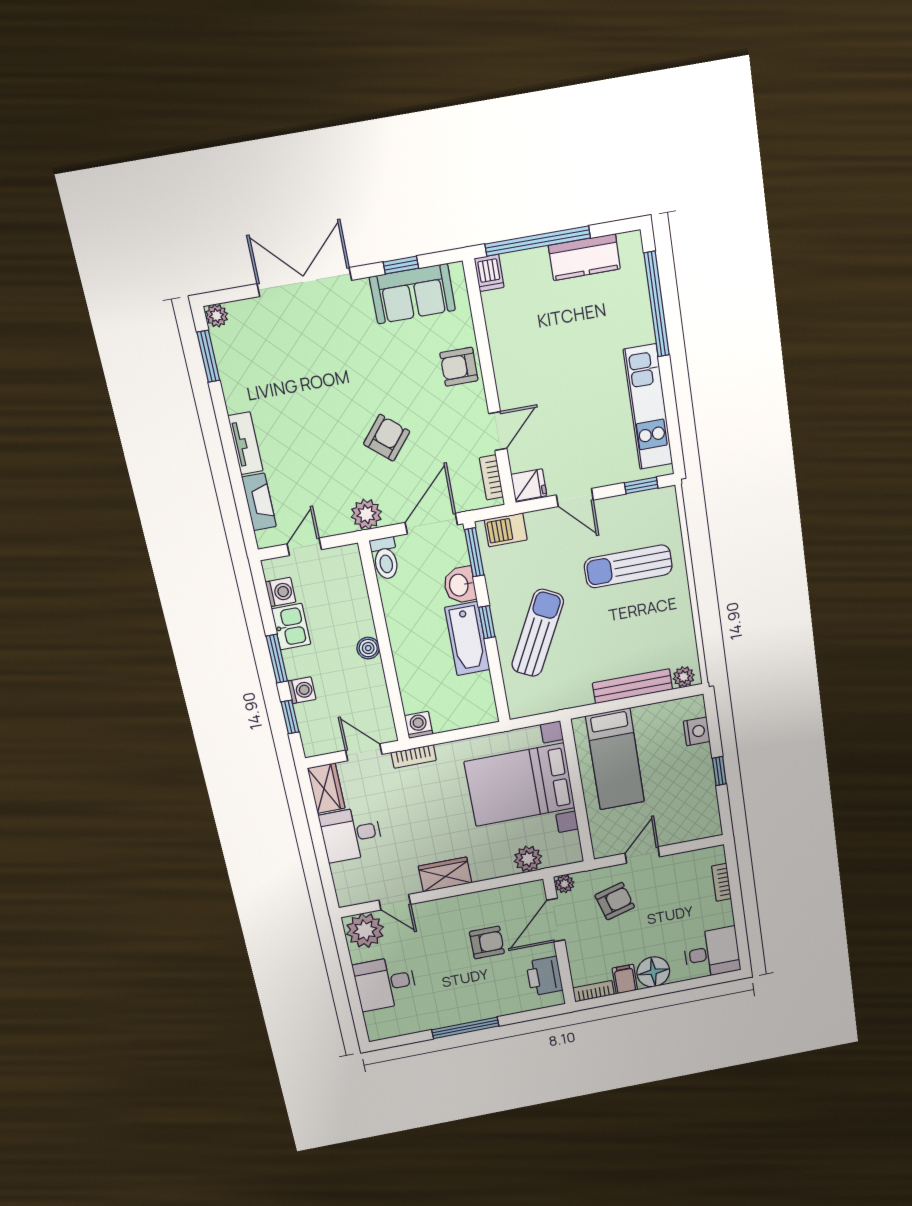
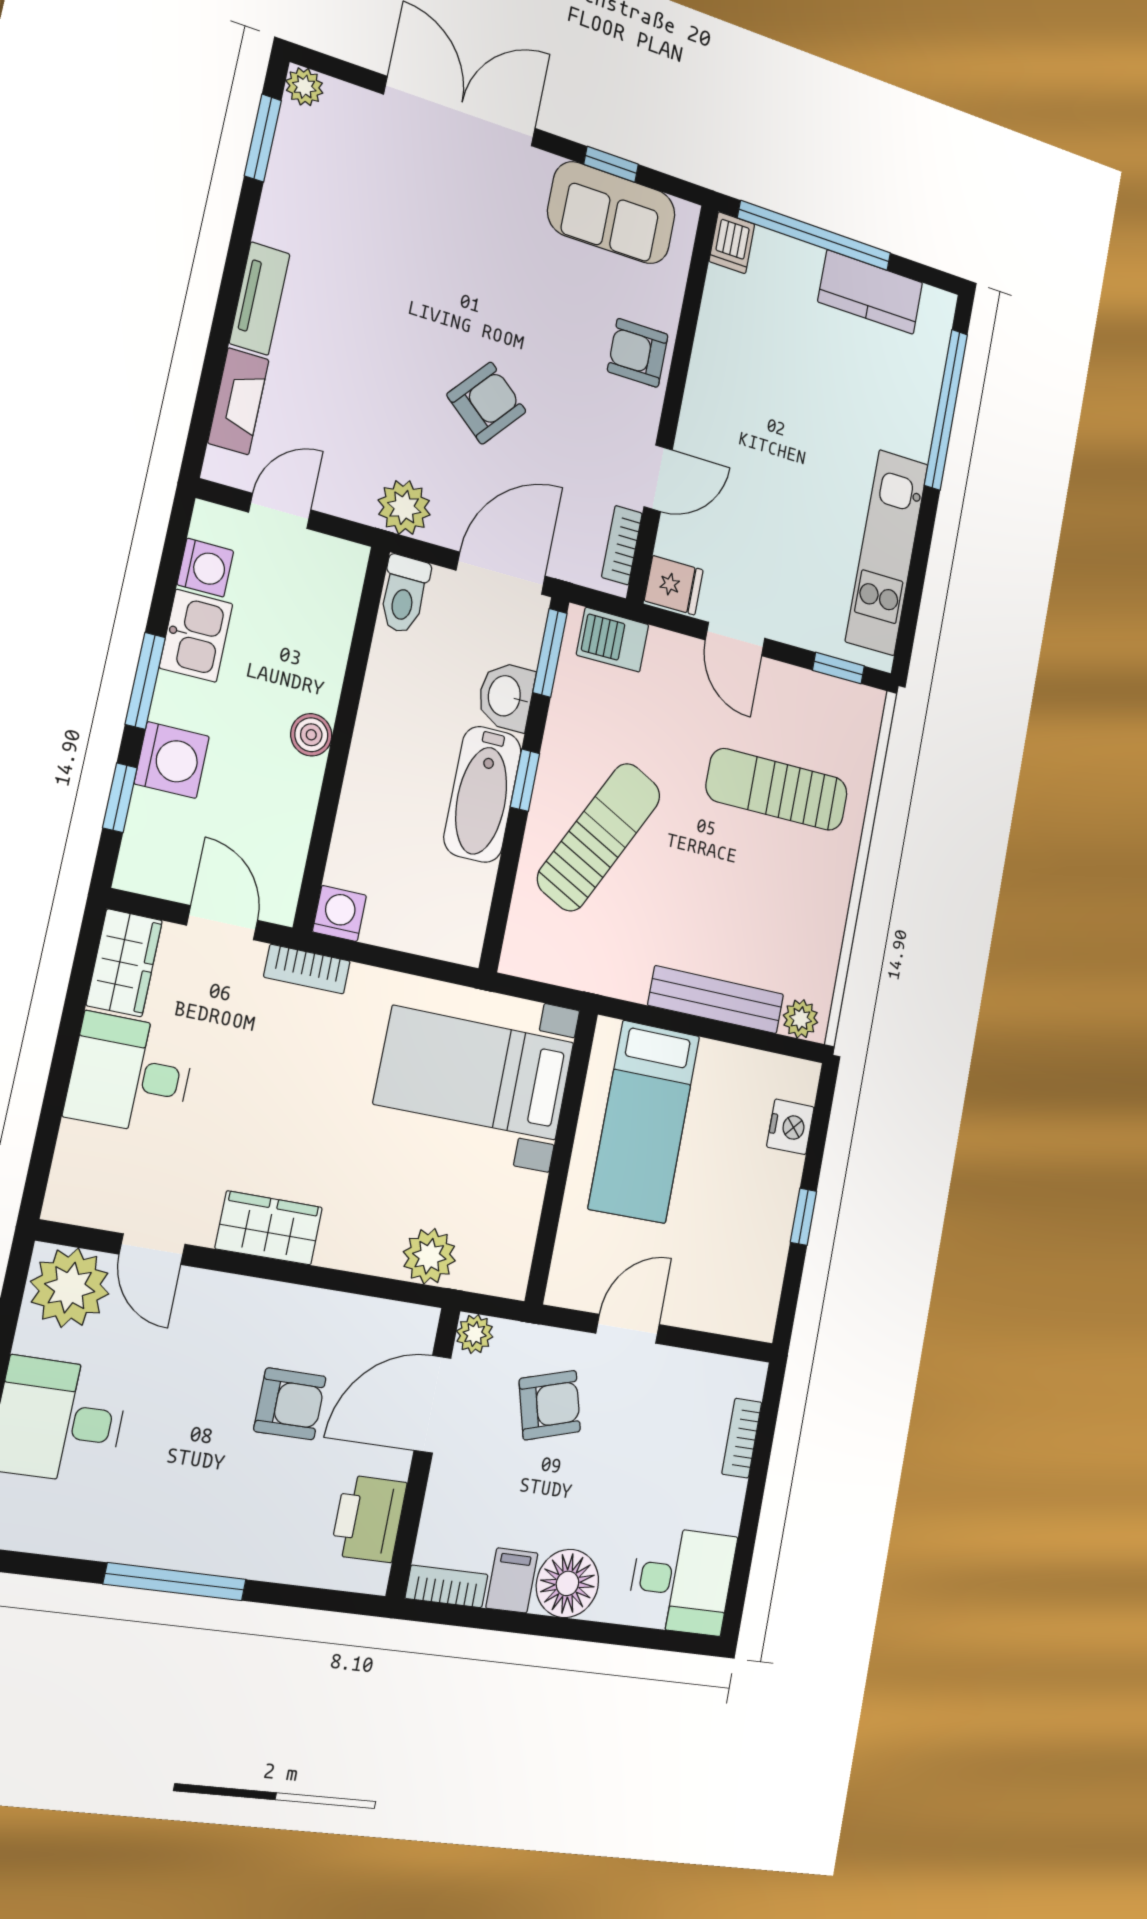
washing machine: (302, 690) -> (172, 760), width x1.38, depth x1.38
bed with nightstands: (520, 785) -> (475, 1073), width x0.73

